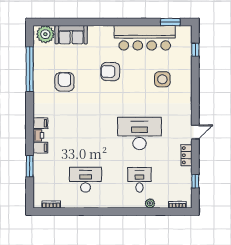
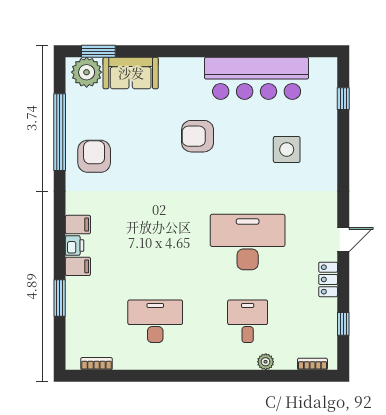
window: (170, 22) -> (98, 51), moved
armchair: (64, 82) -> (94, 156), moved

